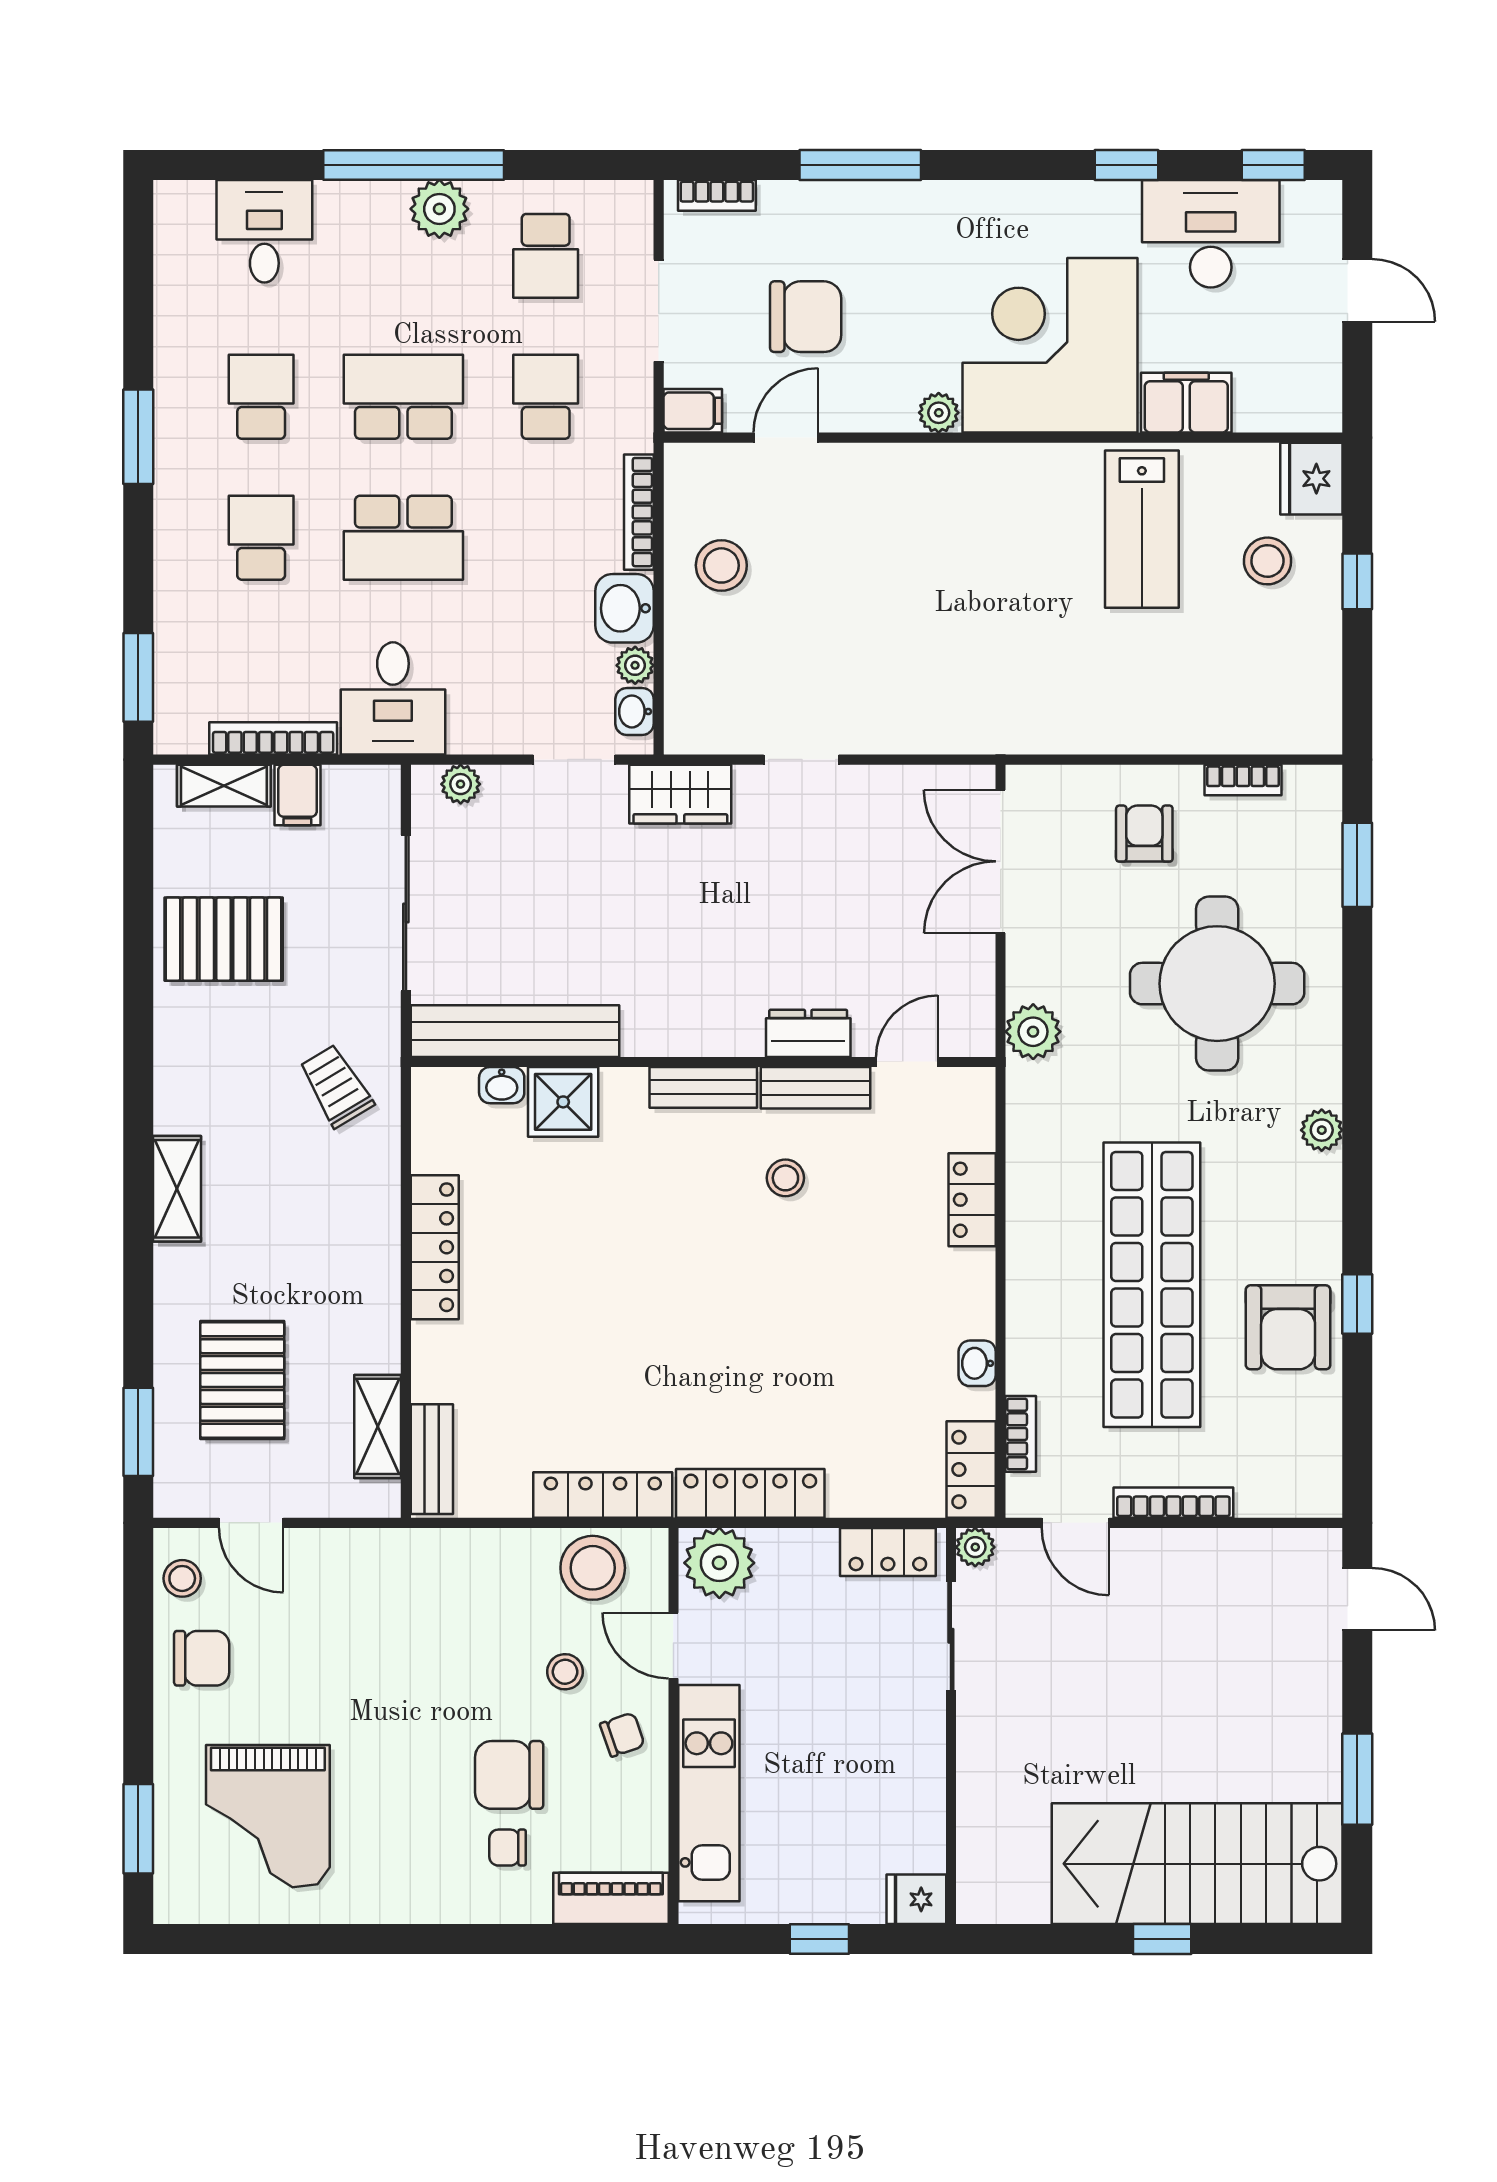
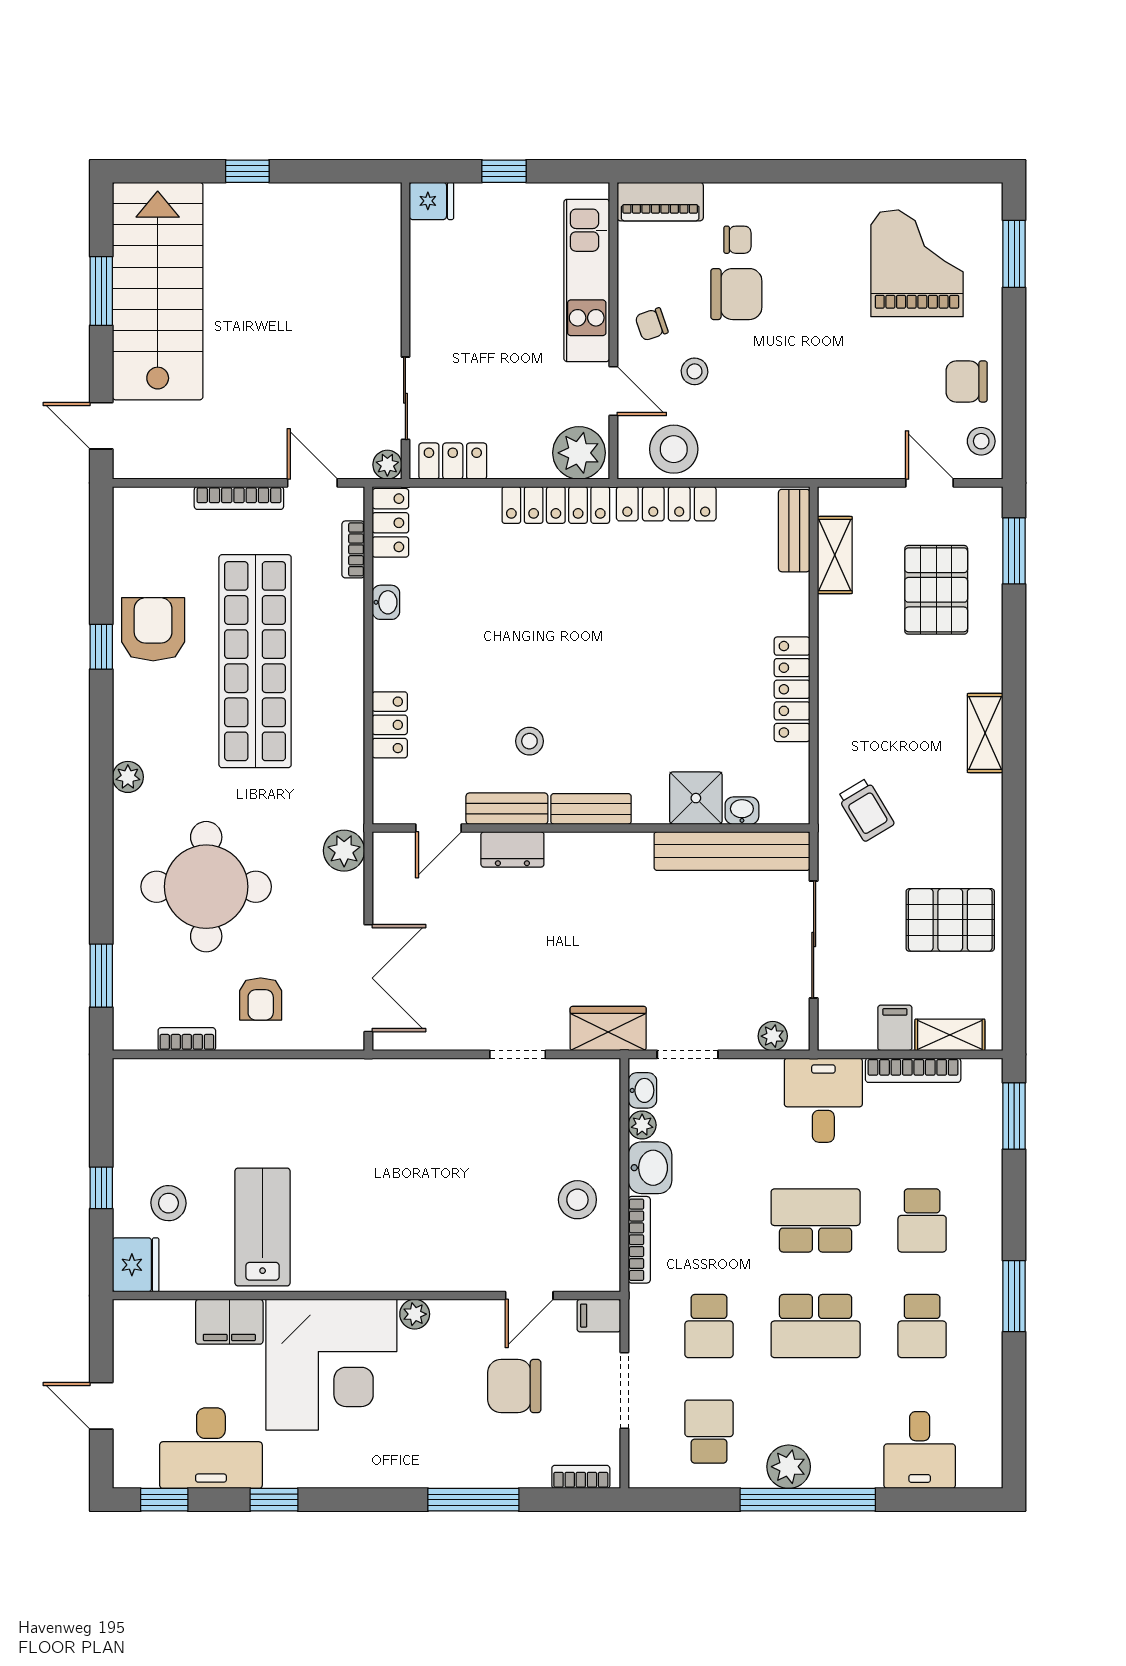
stairs: (1197, 1864) -> (158, 291), moved, turned -90

